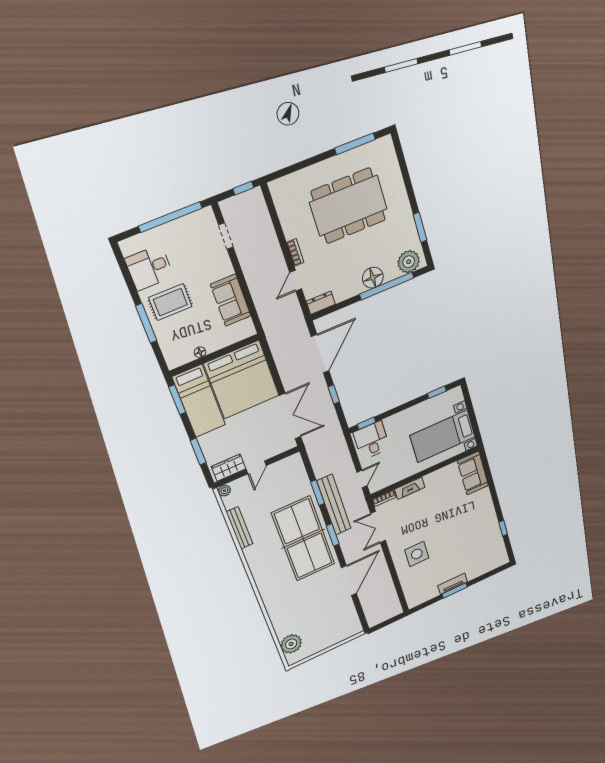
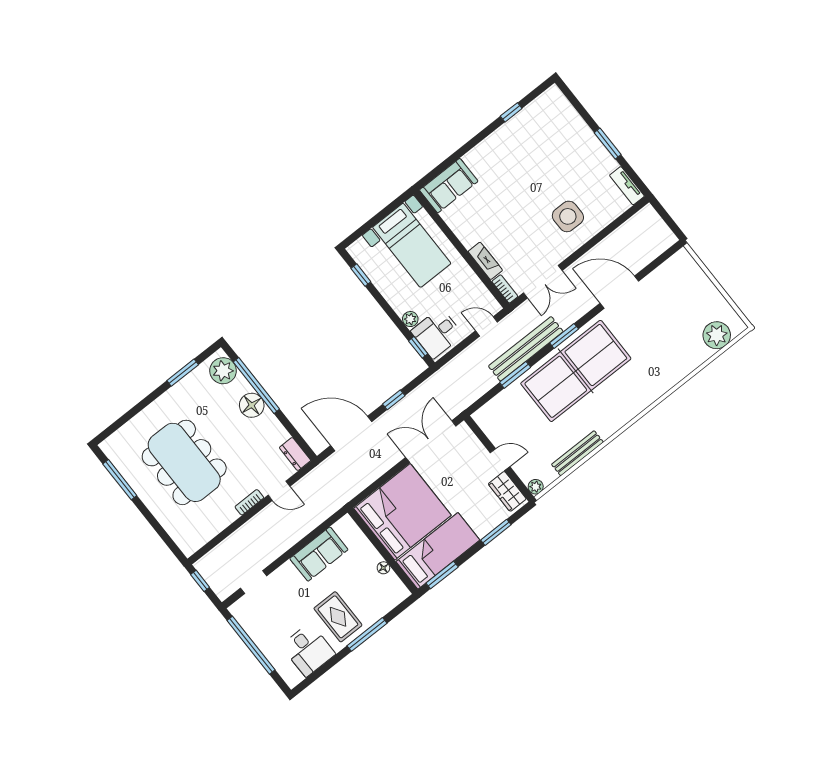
plant: (390, 422) -> (410, 319), added
tv unit: (453, 584) -> (627, 186), moved

